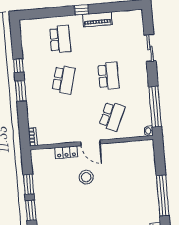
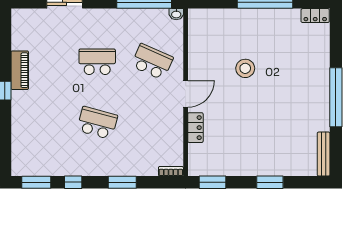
window: (16, 39) -> (36, 182), added
school desk: (60, 39) -> (42, 123), removed
window: (21, 91) -> (122, 182), moved
stool: (86, 177) -> (245, 68), moved
window: (29, 184) -> (212, 182), moved

